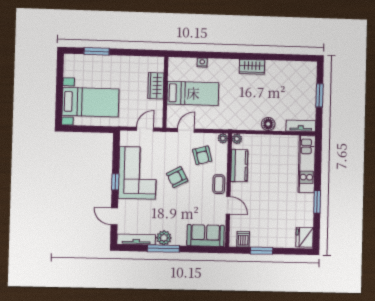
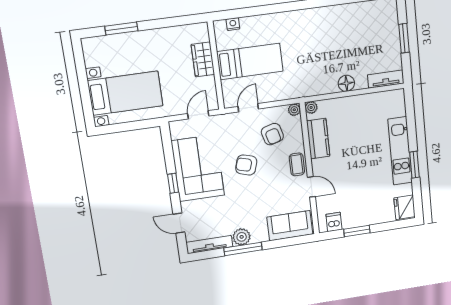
nightstand: (202, 63) -> (233, 24), moved
wardrobe: (252, 67) -> (318, 16), removed
kitchen unit: (307, 164) -> (400, 151), moved
armchair: (177, 177) -> (246, 165), turned 45

